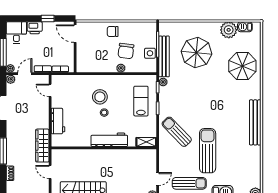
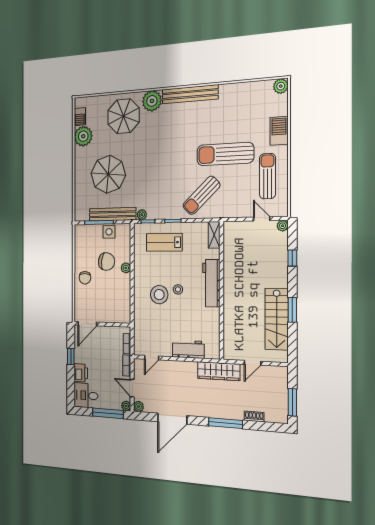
plant: (253, 91) -> (152, 101), added

